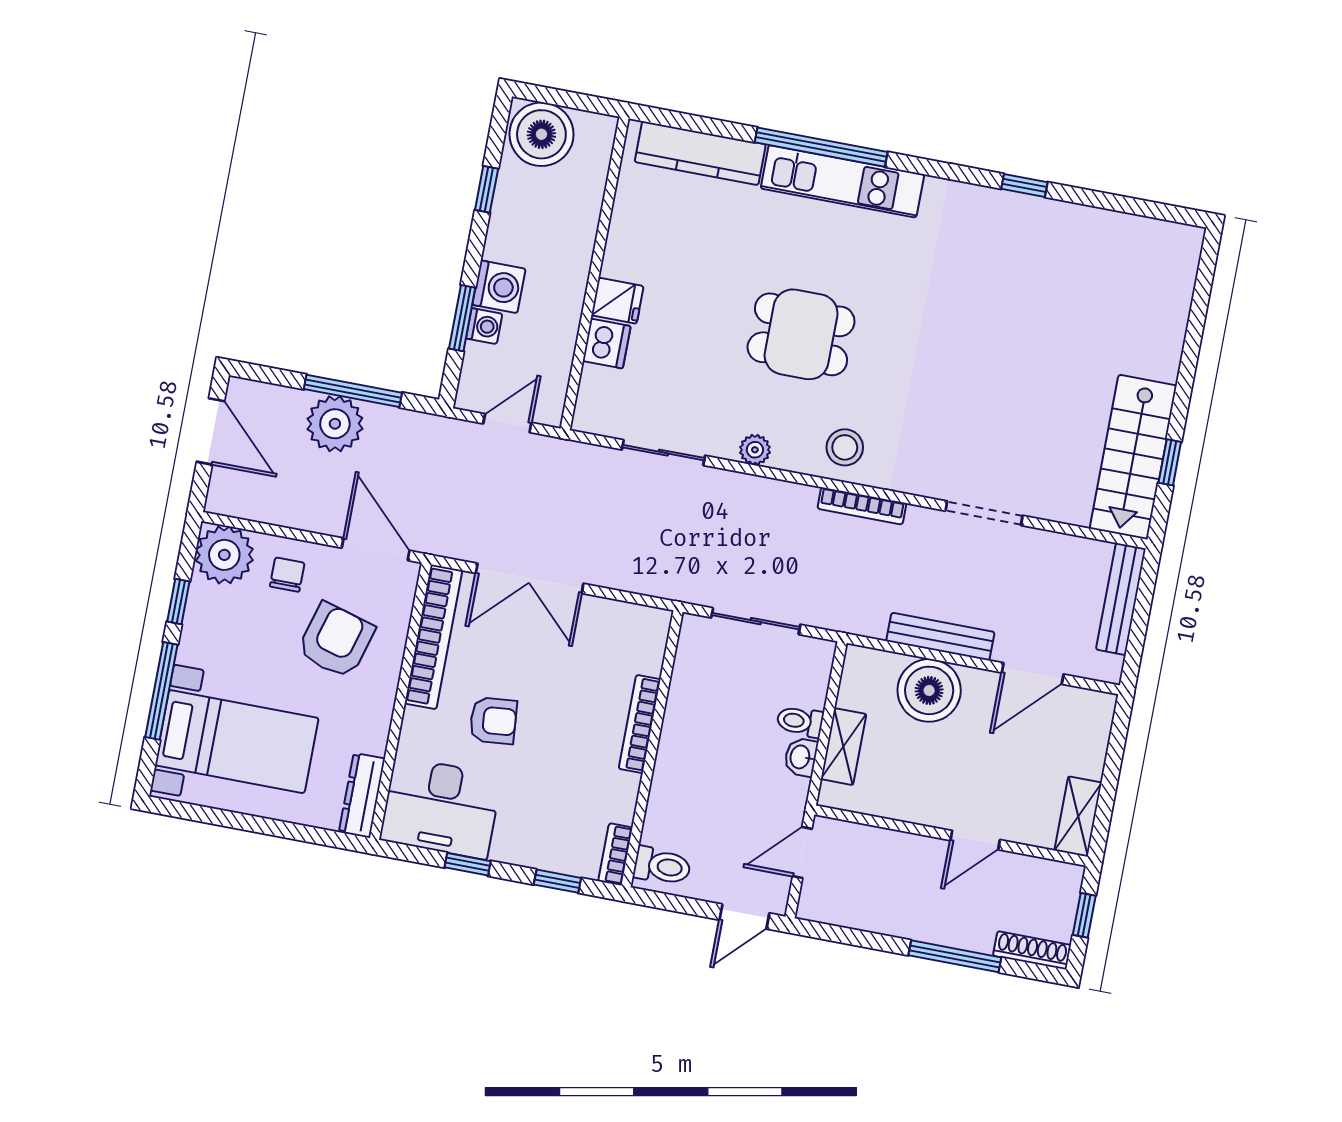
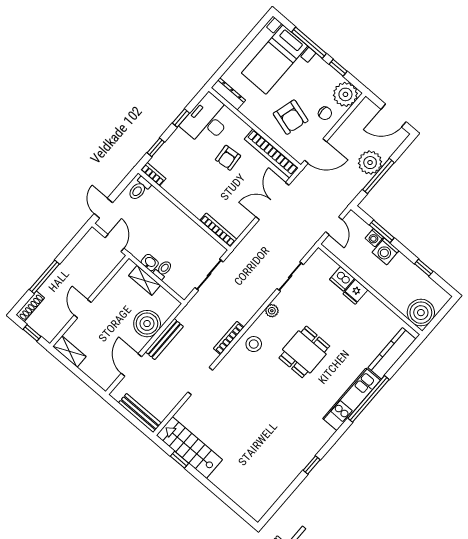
boiler: (541, 134) -> (421, 313), moved
bookcase: (640, 724) -> (218, 230), moved

